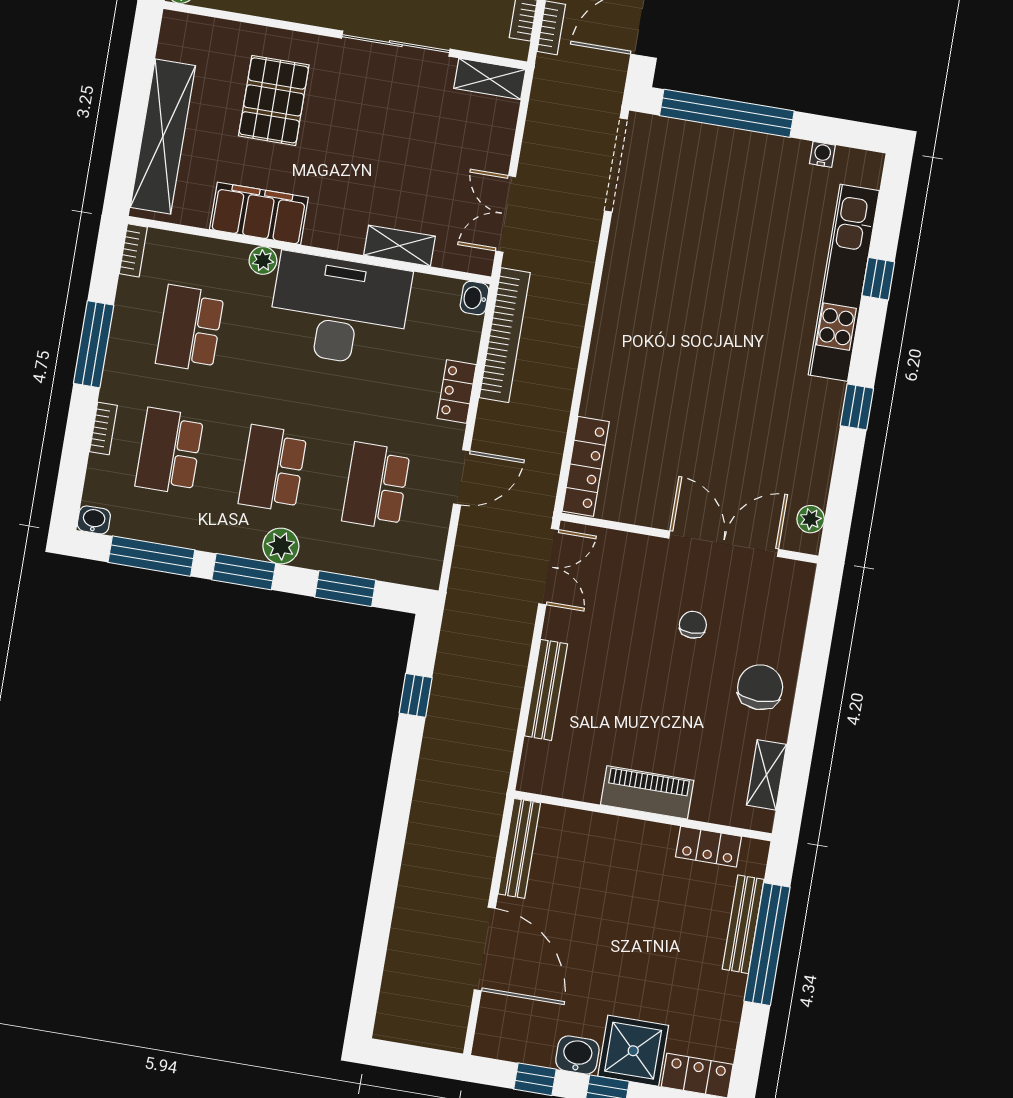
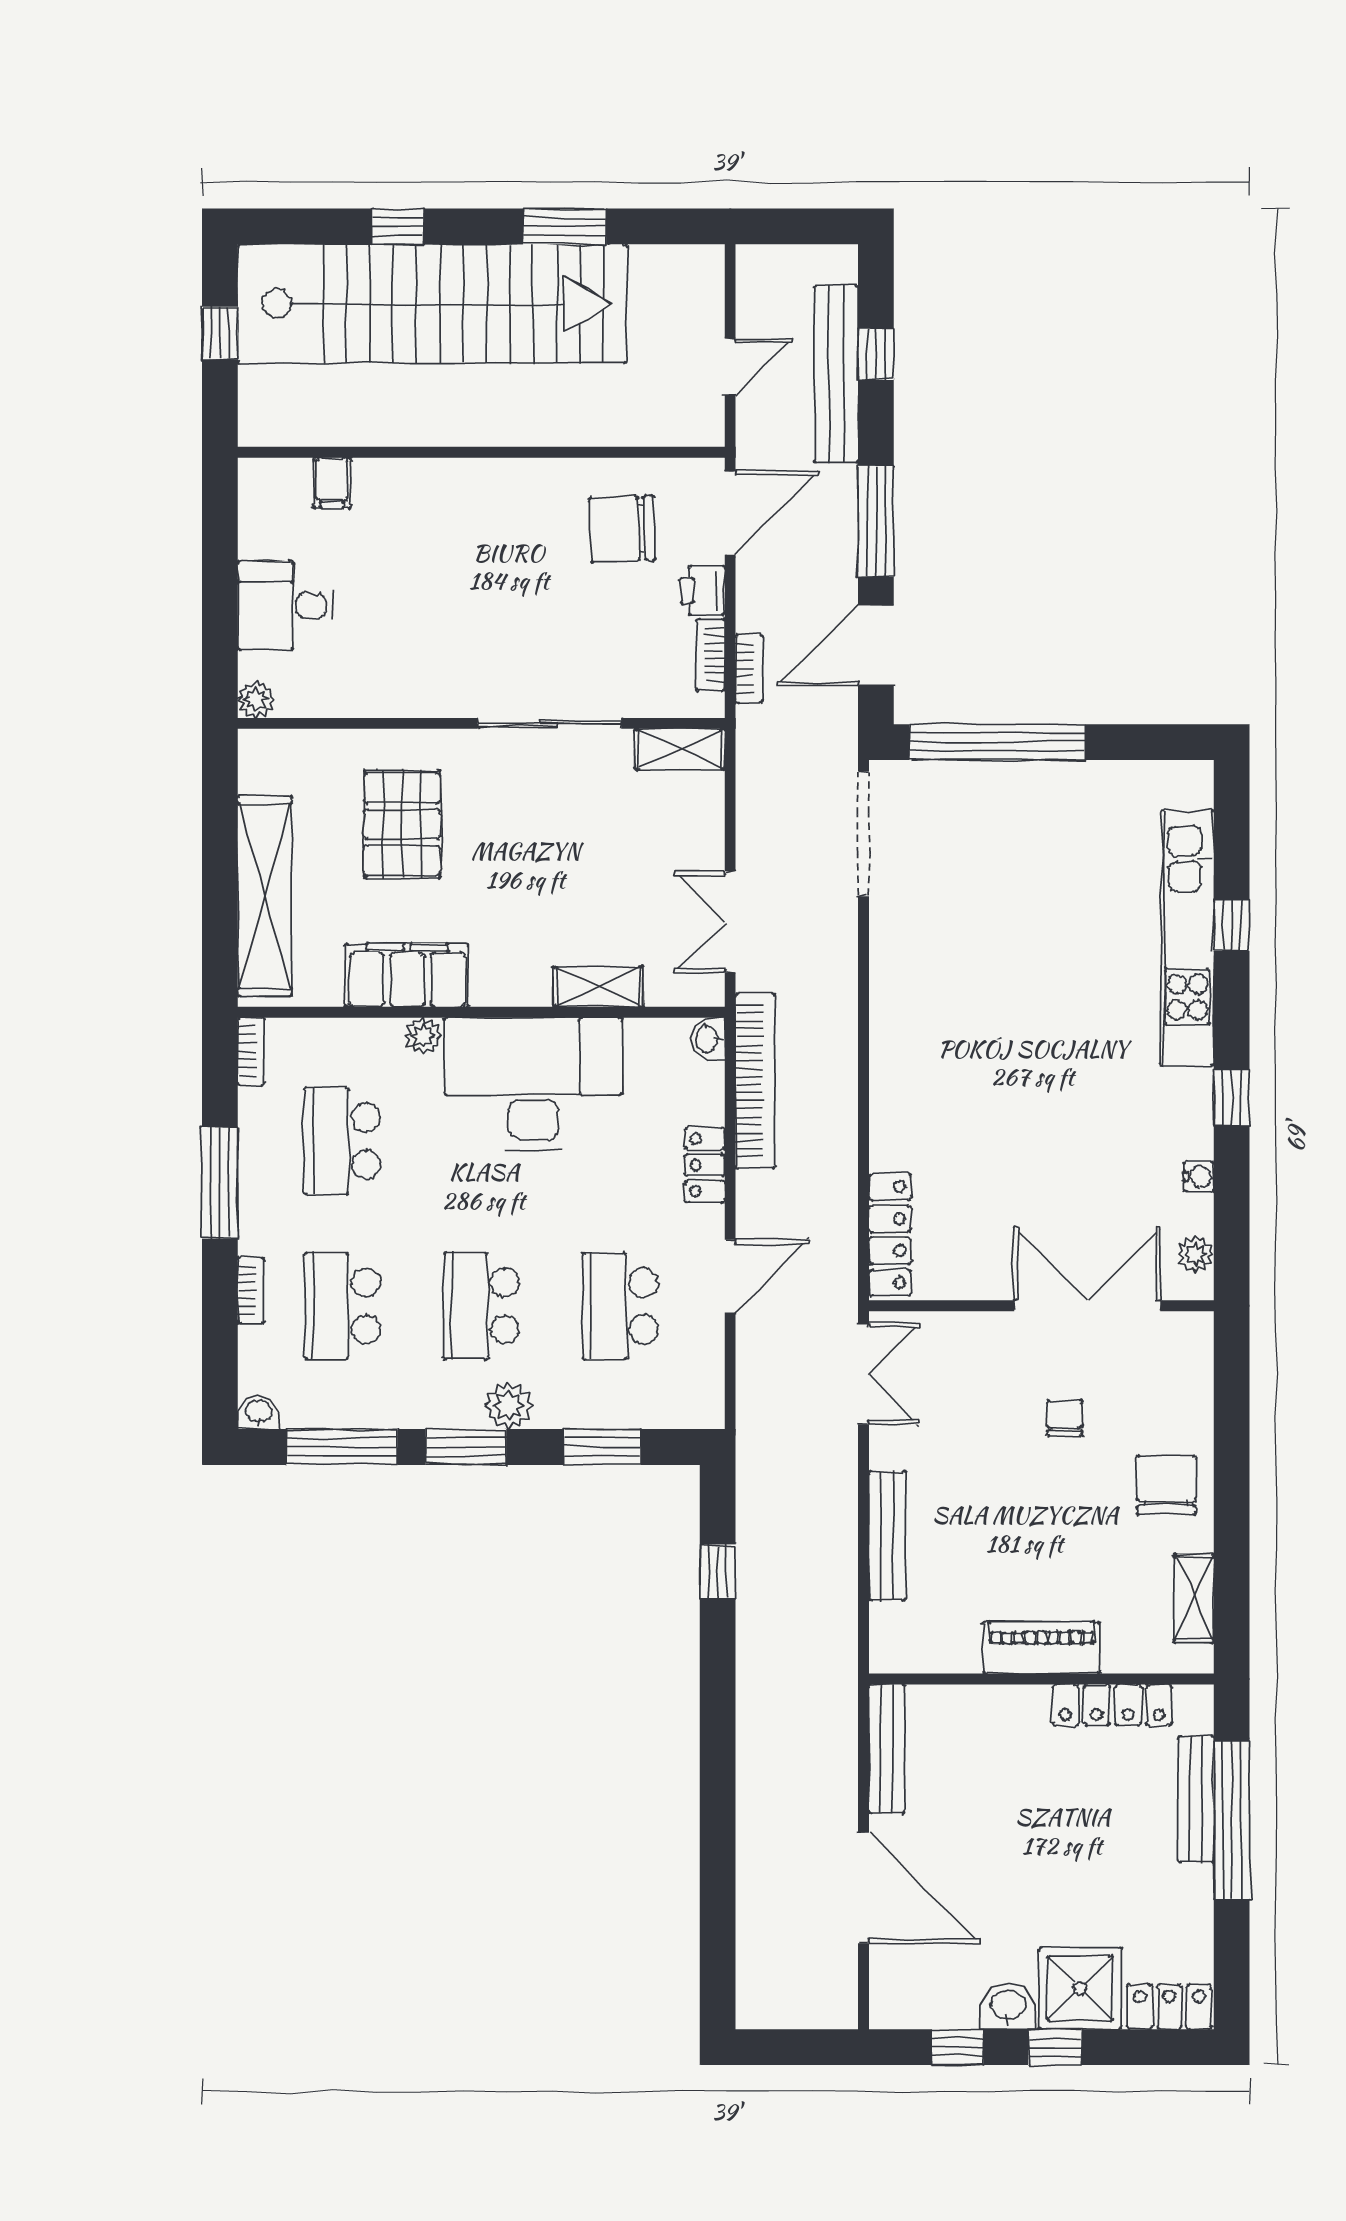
water cooler: (822, 154) -> (1199, 1177), moved, turned 90
locker: (708, 847) -> (1112, 1705), width x1.53

